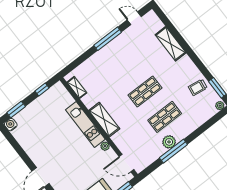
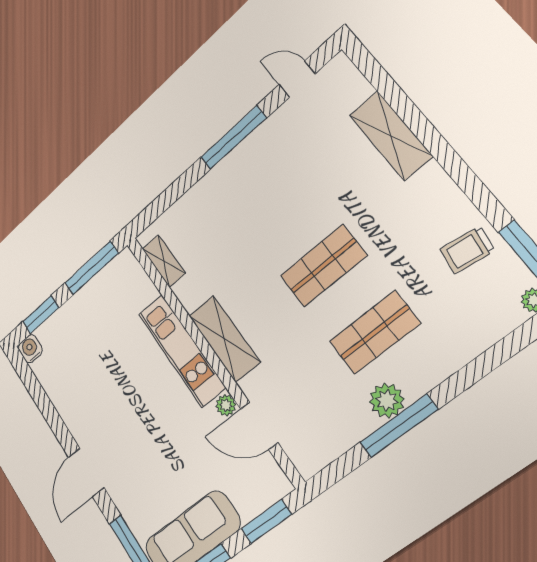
window: (42, 90) -> (91, 268), width x2.17
door: (127, 163) -> (259, 426), moved

